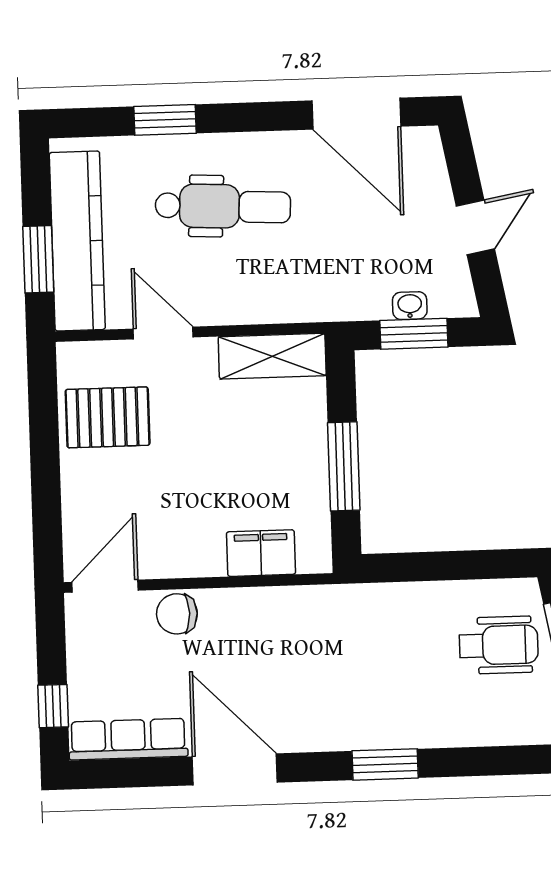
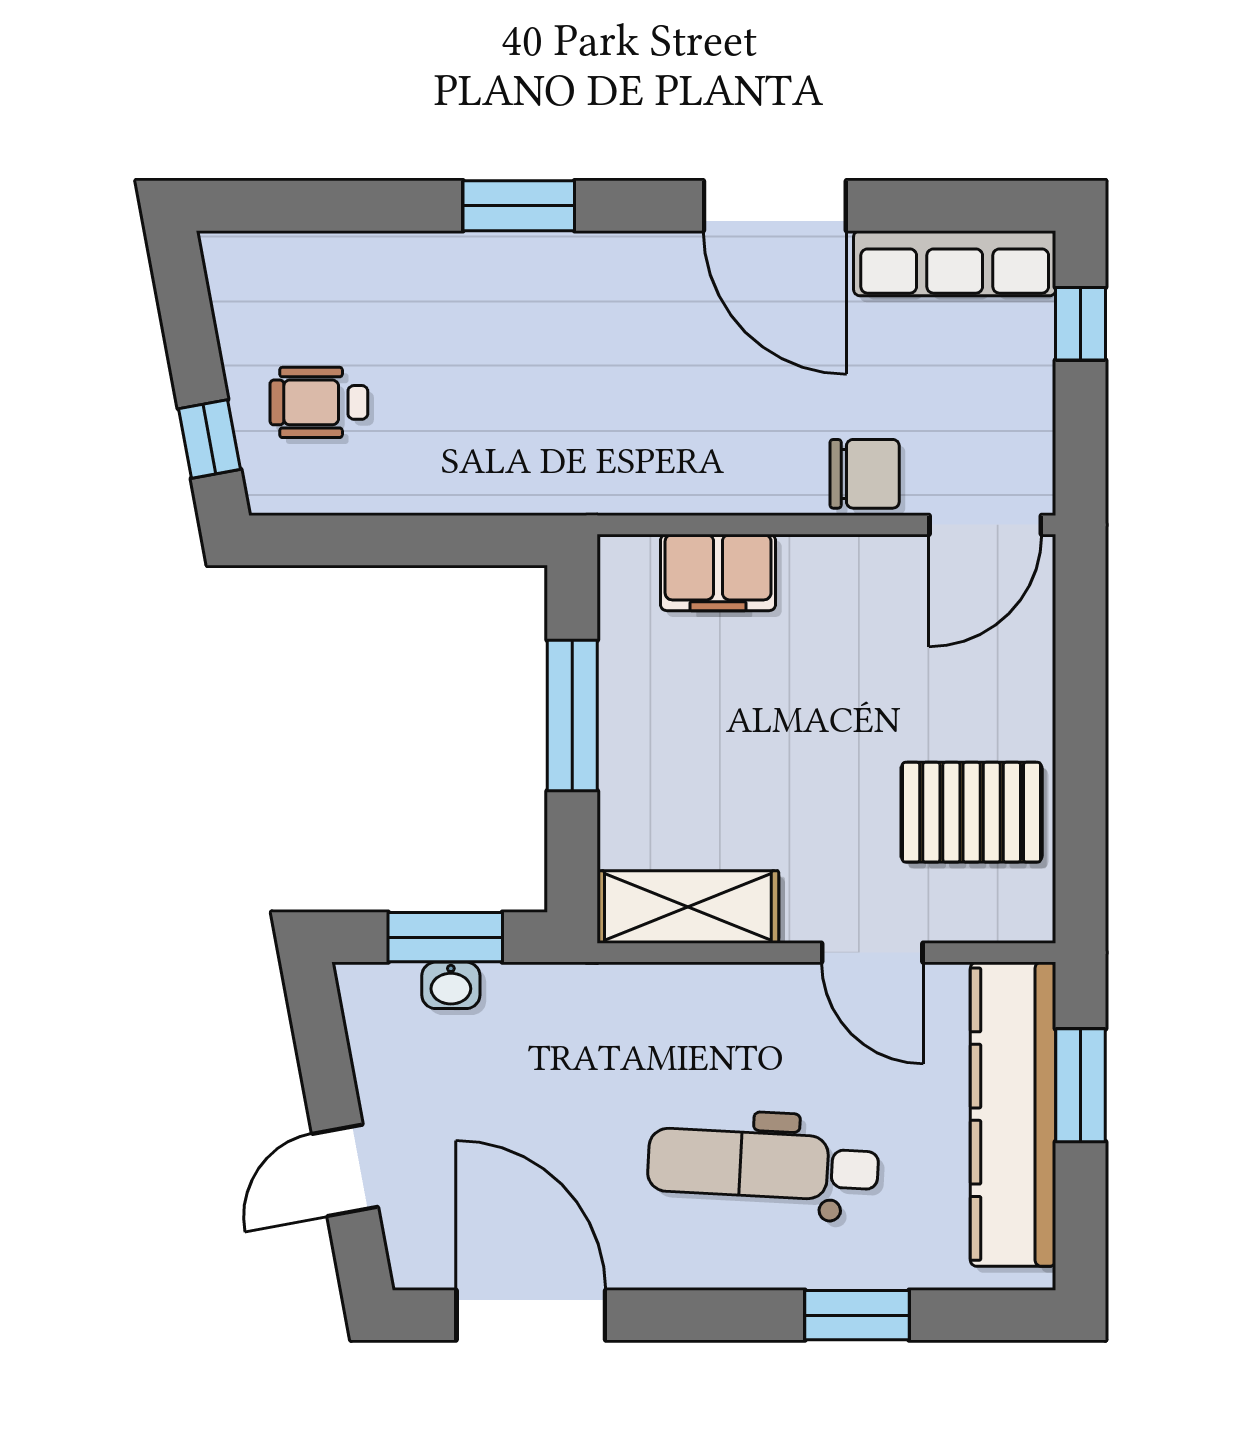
door: (475, 227) -> (345, 1170), moved
wheelchair: (499, 645) -> (319, 402), width x0.73, depth x0.73

